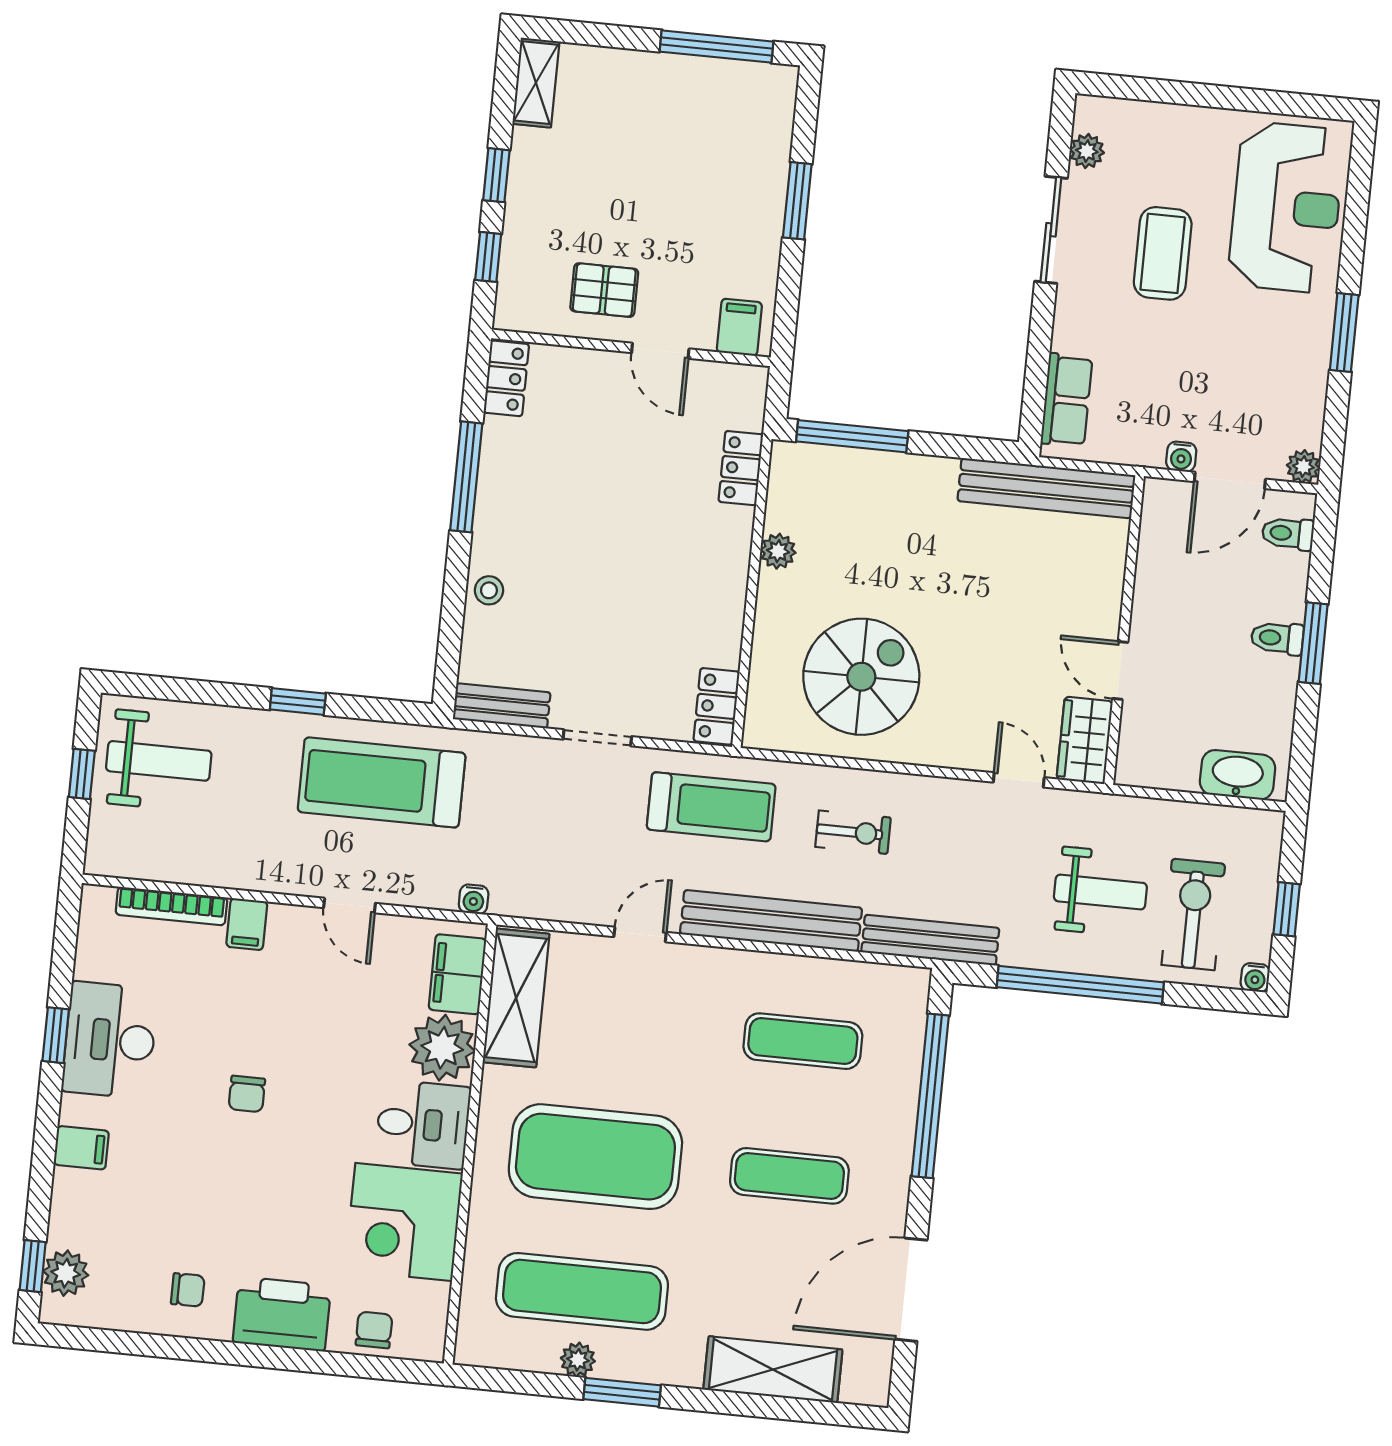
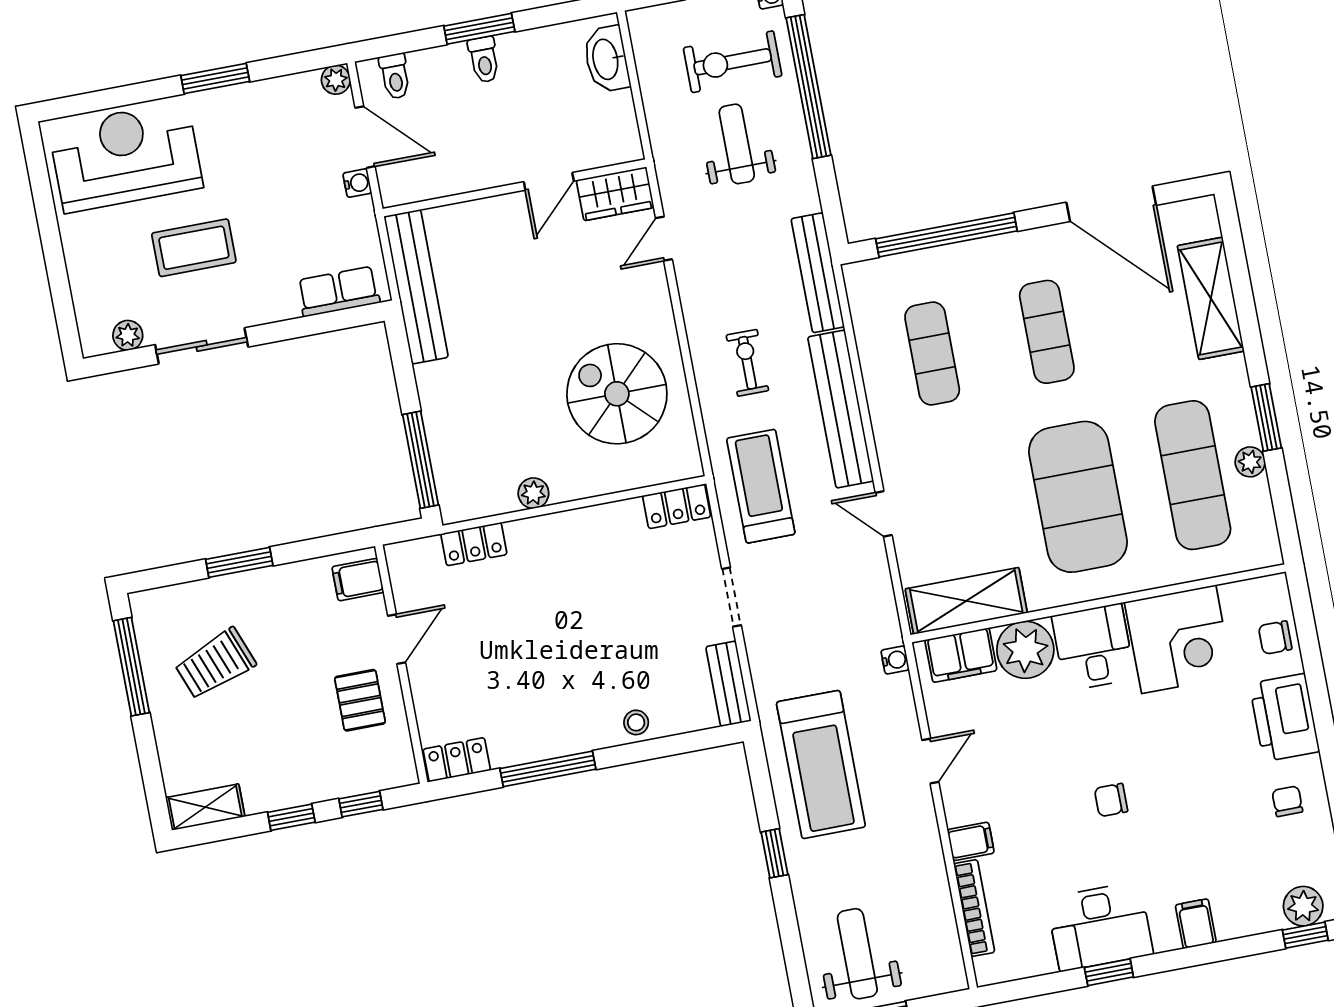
trolley: (692, 141) -> (215, 664), added
window: (1080, 985) -> (808, 87), moved
chair: (247, 1094) -> (1111, 800), turned 180

